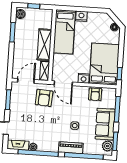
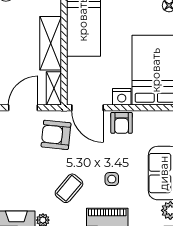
armchair: (95, 94) -> (122, 123), moved
armchair: (44, 98) -> (56, 135), turned 92
coffee table: (50, 129) -> (69, 188), added

